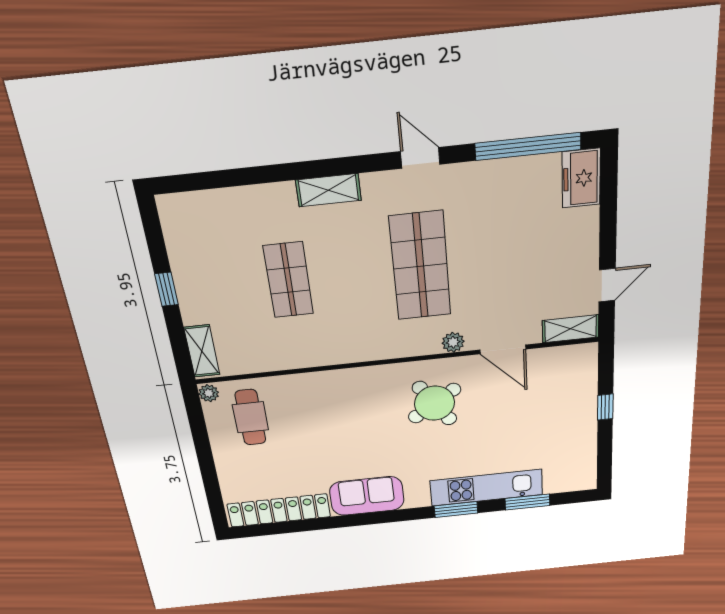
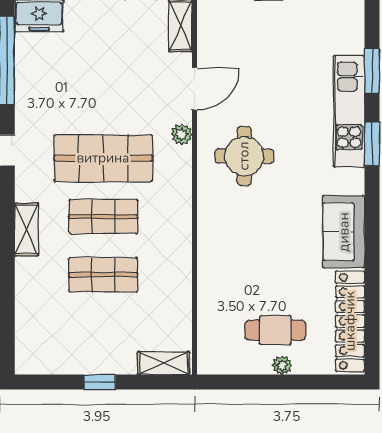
shop shelf: (354, 273) -> (103, 216), added
plant: (209, 393) -> (282, 365), moved
round table: (435, 403) -> (244, 156), turned 34
cafe table: (250, 417) -> (275, 330), moved

